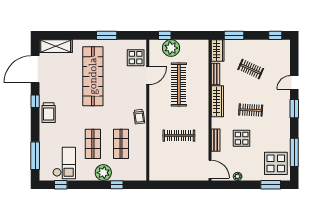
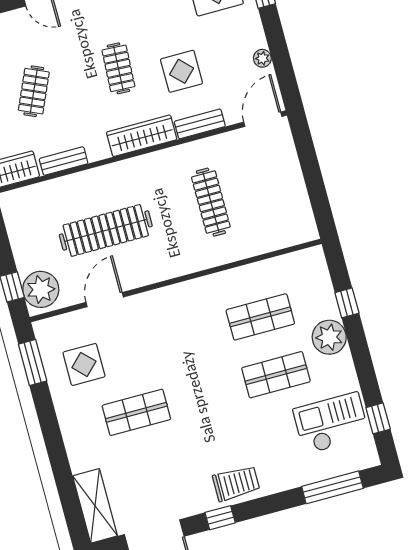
window: (107, 35) -> (33, 363), moved
plant: (171, 48) -> (41, 289), moved
display table: (136, 58) -> (84, 364), moved
shop shelf: (93, 76) -> (136, 412), width x0.50, depth x0.74
door: (148, 76) -> (105, 300), hinge flipped
wardrobe: (217, 101) -> (142, 136), moved
trolley: (139, 117) -> (194, 295), removed

